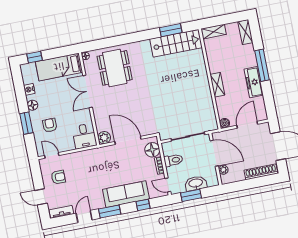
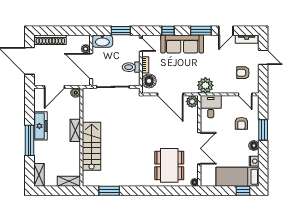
stairs: (176, 43) -> (92, 146), moved, turned 90
bed: (59, 67) -> (237, 177), moved, turned 180
plant: (94, 157) -> (205, 85), added
washbasin: (196, 183) -> (102, 41), moved

